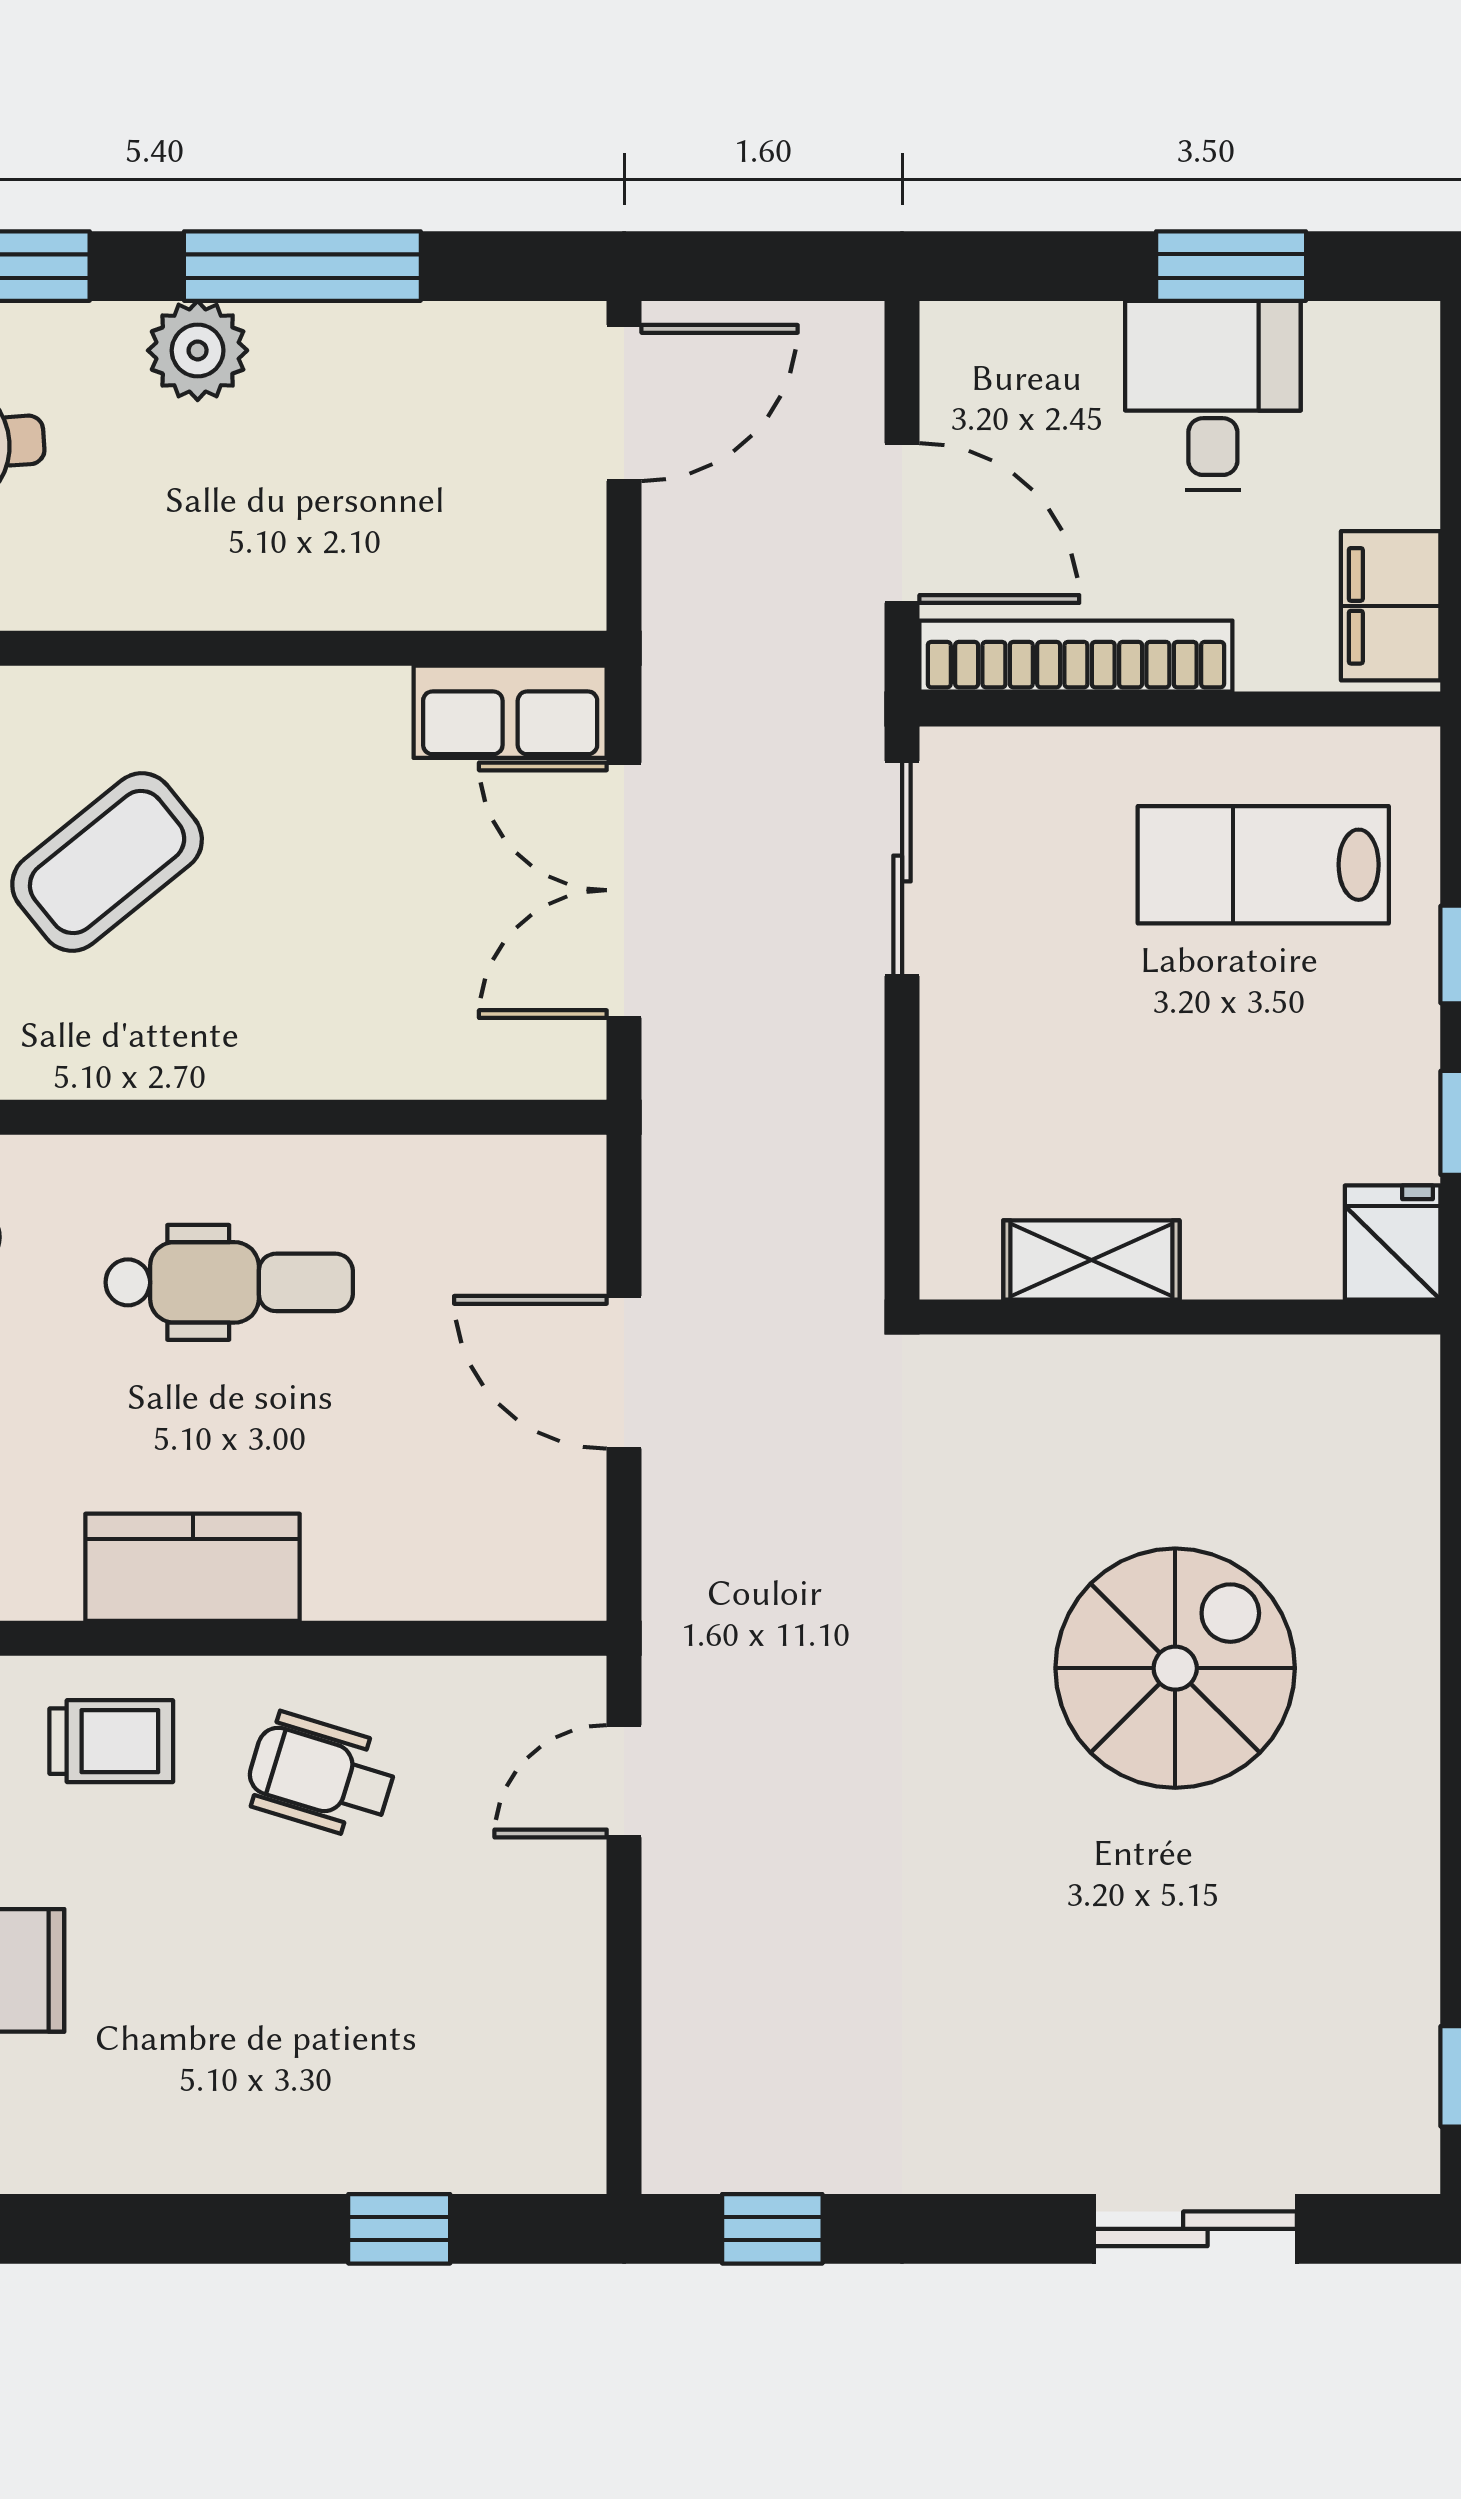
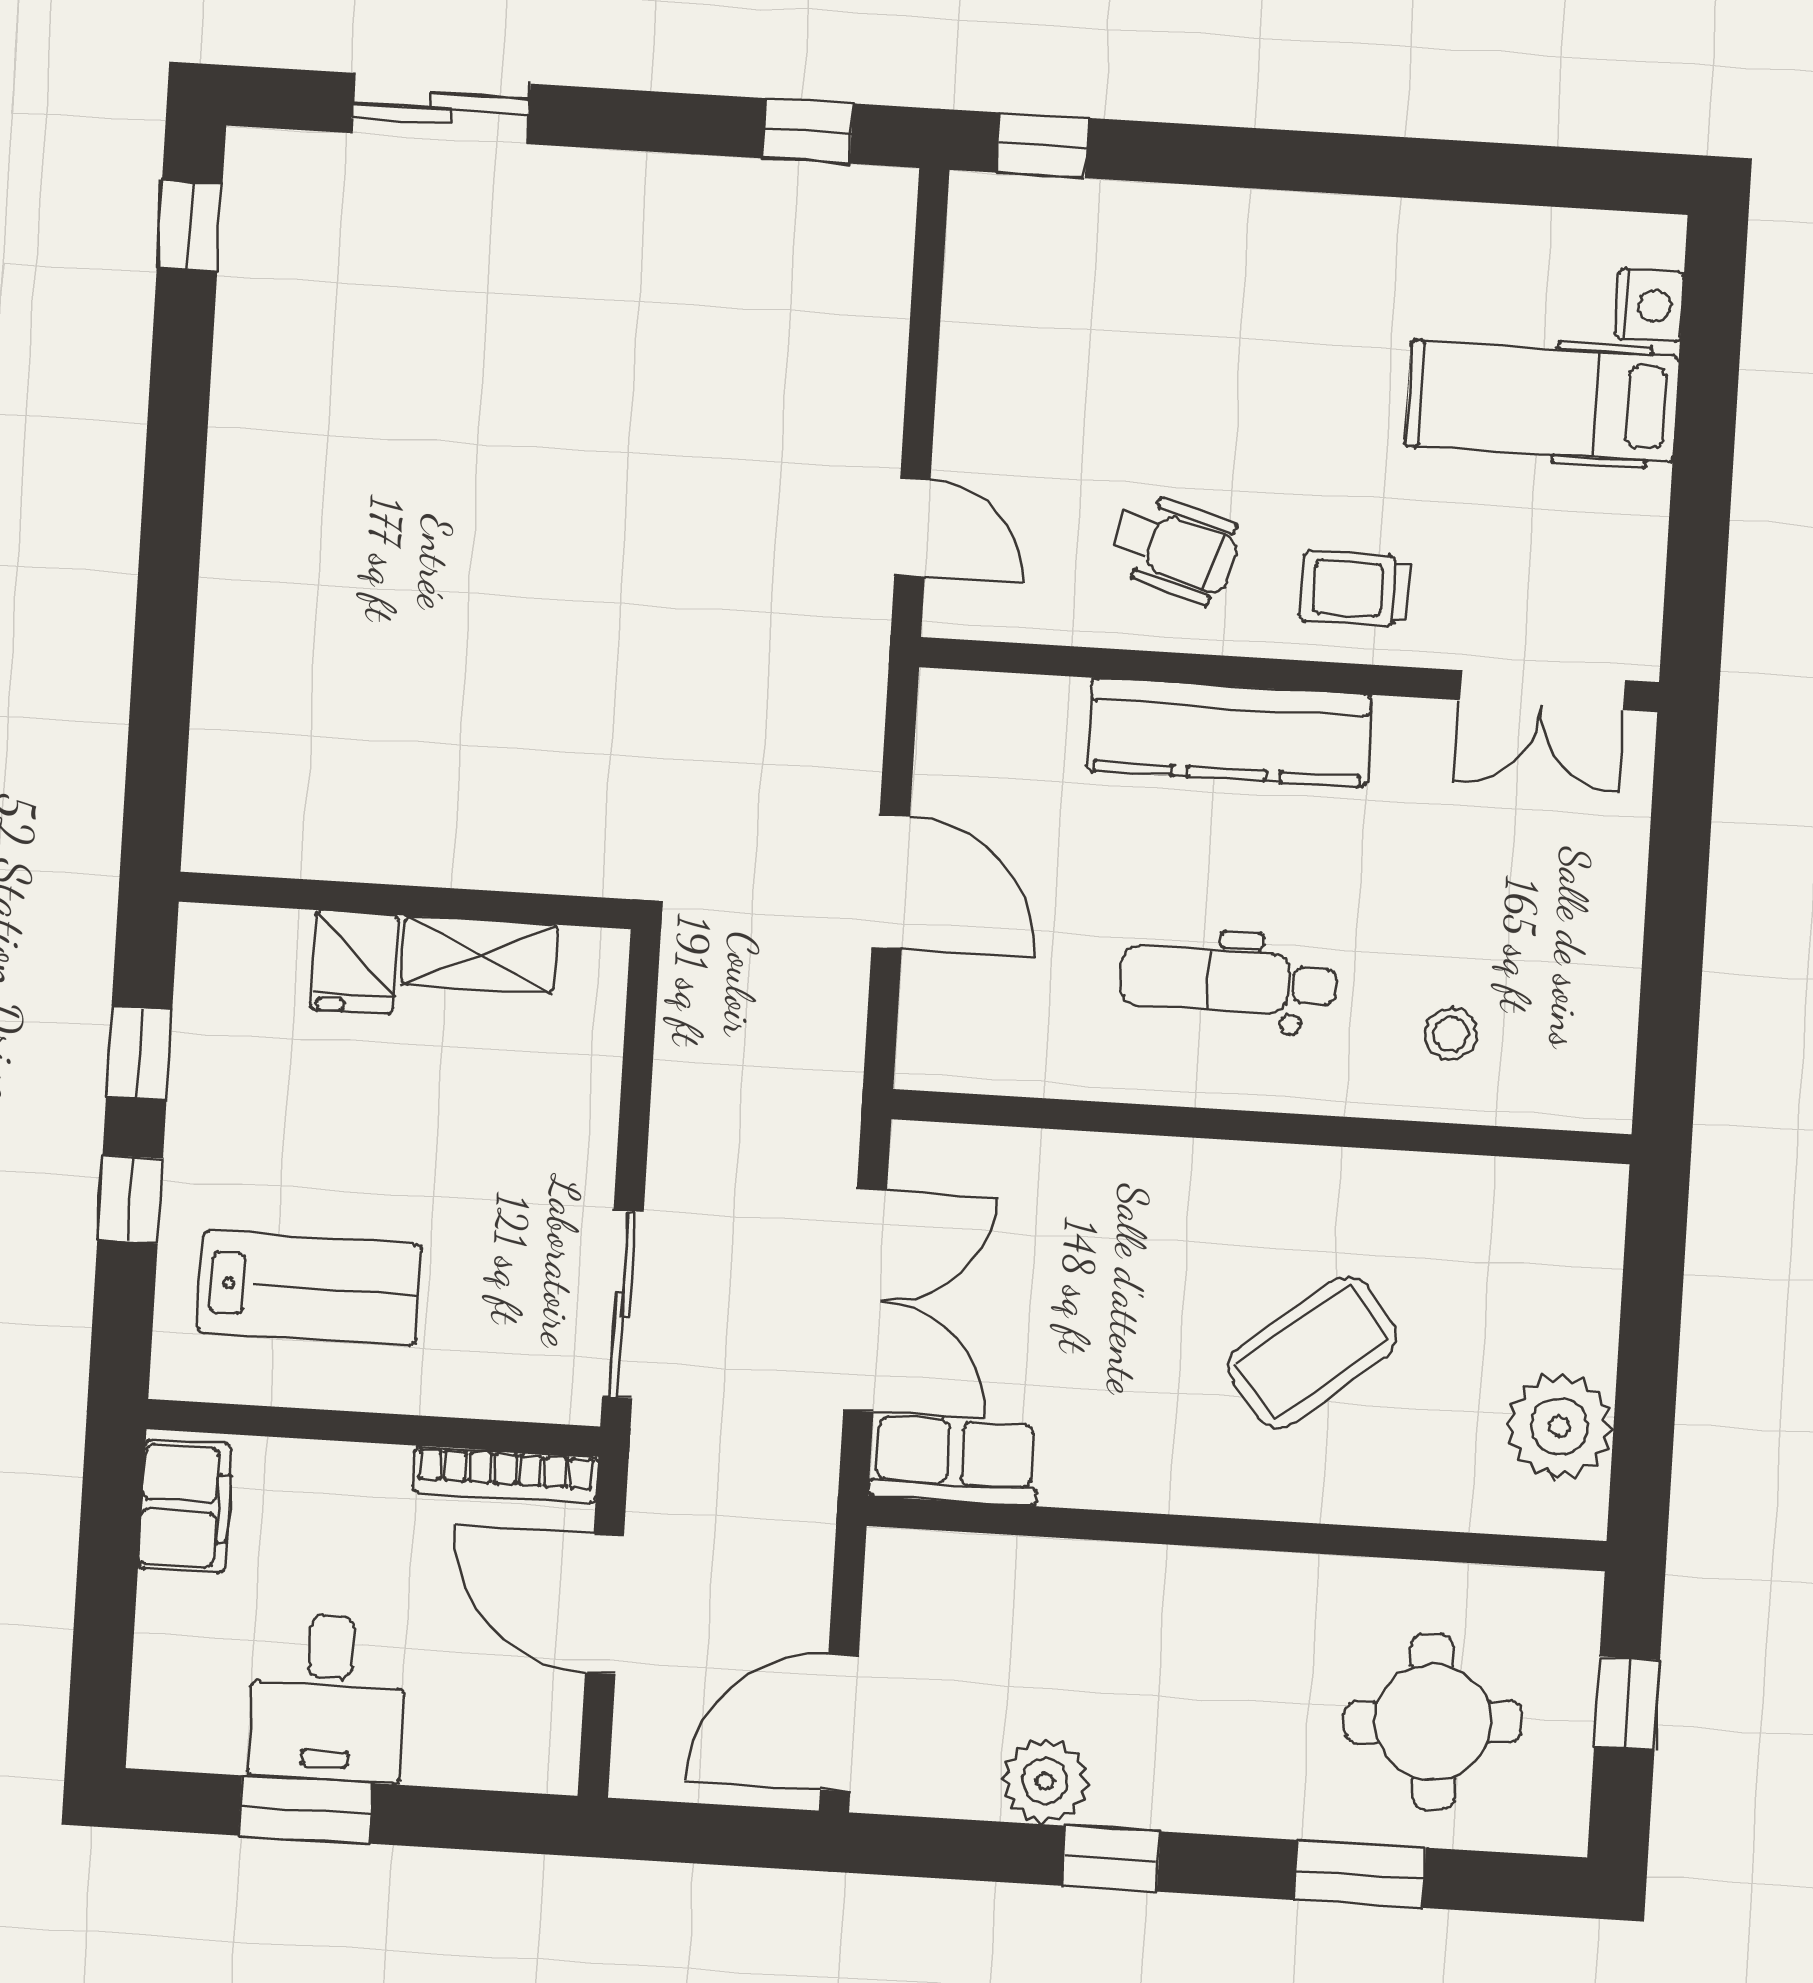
window: (302, 266) -> (1111, 1859), width x0.46
plant: (198, 350) -> (1045, 1781), moved
bookcase: (1076, 656) -> (505, 1475), width x0.68, depth x0.76
fridge: (1393, 1242) -> (354, 962), moved
kitchen counter: (193, 1567) -> (1229, 733), width x1.50
spiral stairs: (1175, 1668) -> (428, 596), removed
door: (624, 1781) -> (912, 527), hinge flipped
window: (399, 2229) -> (1042, 145), moved

